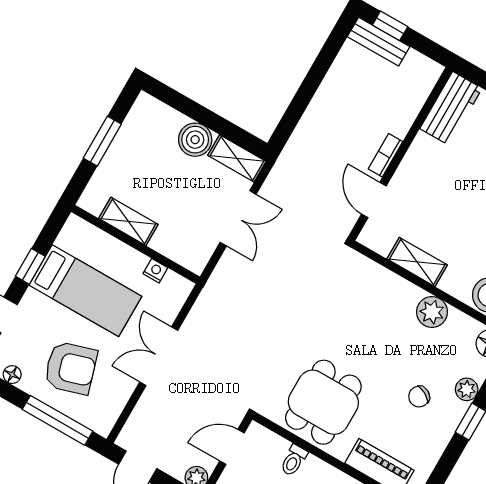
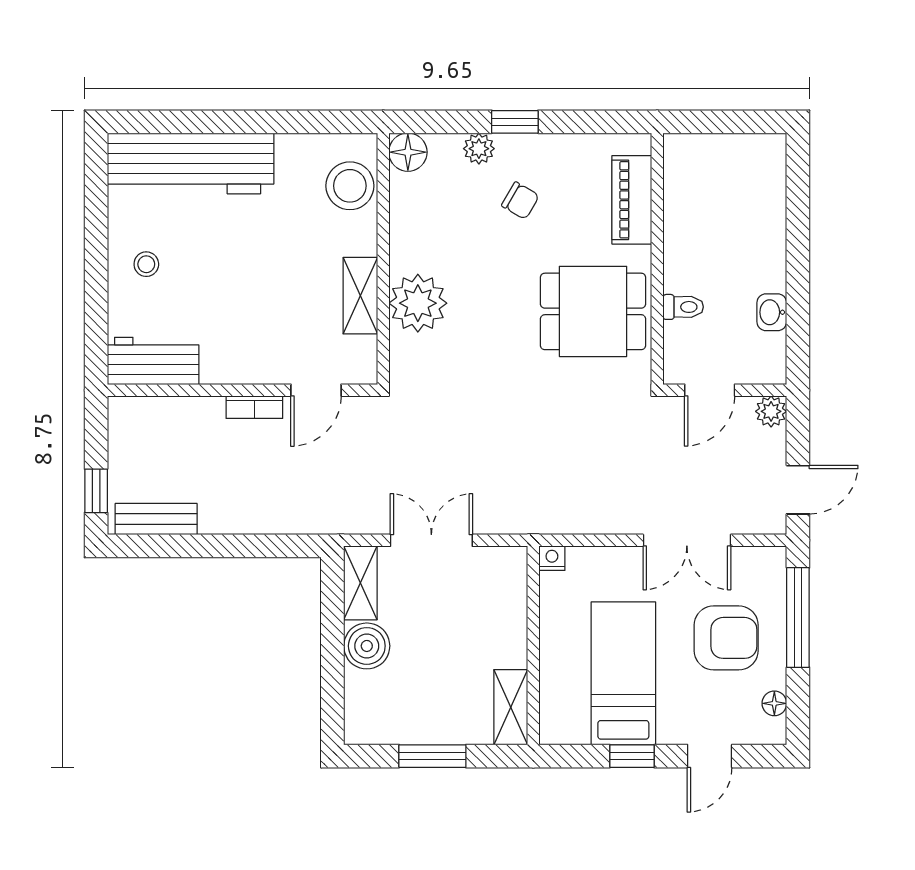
bench: (379, 42) -> (156, 519), moved, turned 90
shelving: (128, 221) -> (511, 707), moved
nightstand: (155, 271) -> (552, 558), moved, turned 90
plant: (432, 312) -> (418, 303), moved, width x1.36, depth x1.36
double door: (159, 356) -> (687, 540), moved
armchair: (71, 368) -> (726, 638), turned 107
door: (232, 447) -> (710, 390), hinge flipped

